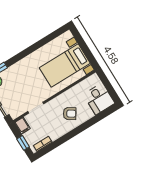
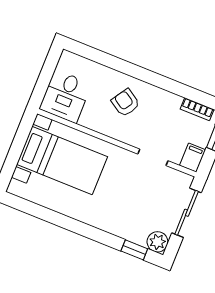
desk: (99, 99) -> (65, 96), moved, turned 180

